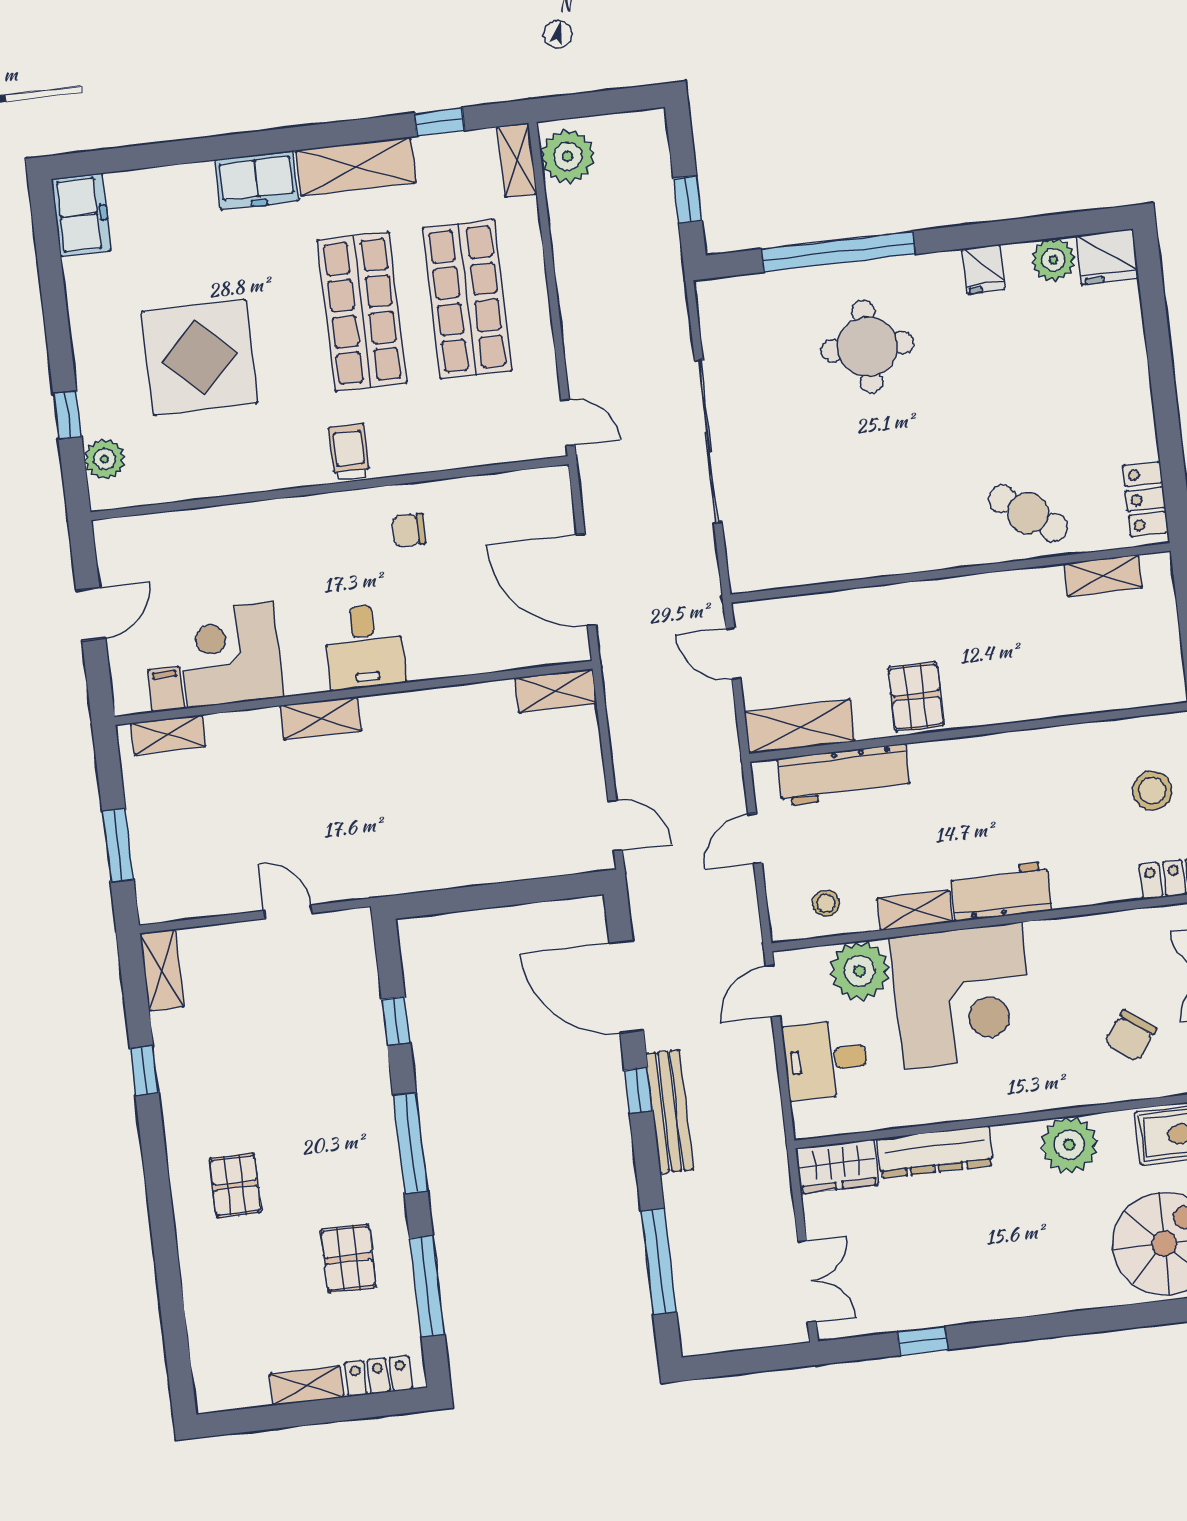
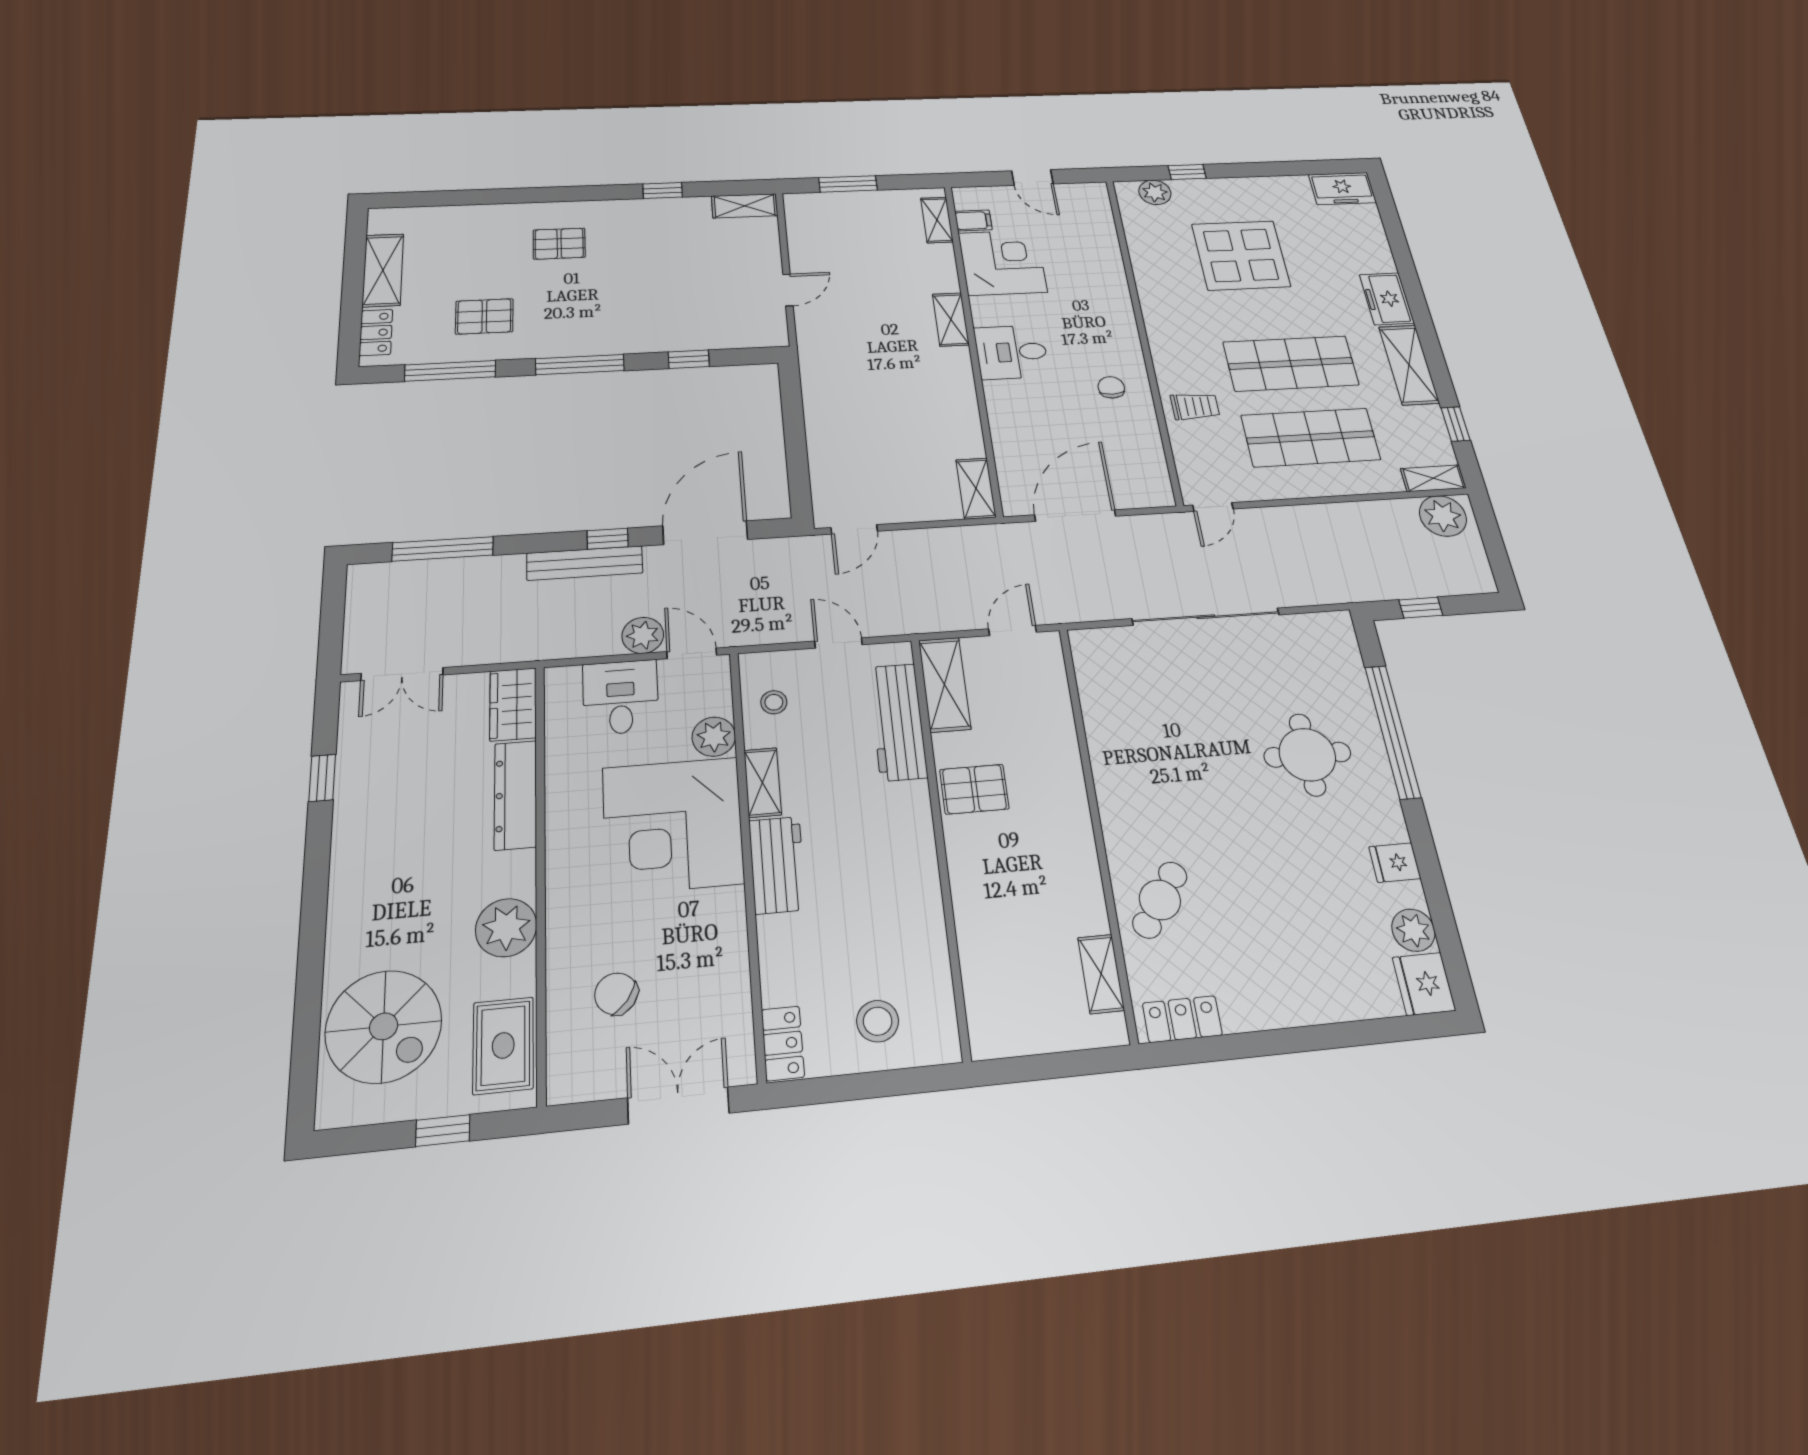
trolley: (349, 452) -> (1195, 406), moved
plant: (859, 971) -> (714, 737), width x0.73, depth x0.73
plant: (754, 1043) -> (643, 635), added
shelving: (306, 1386) -> (383, 270), width x1.50, depth x1.33

